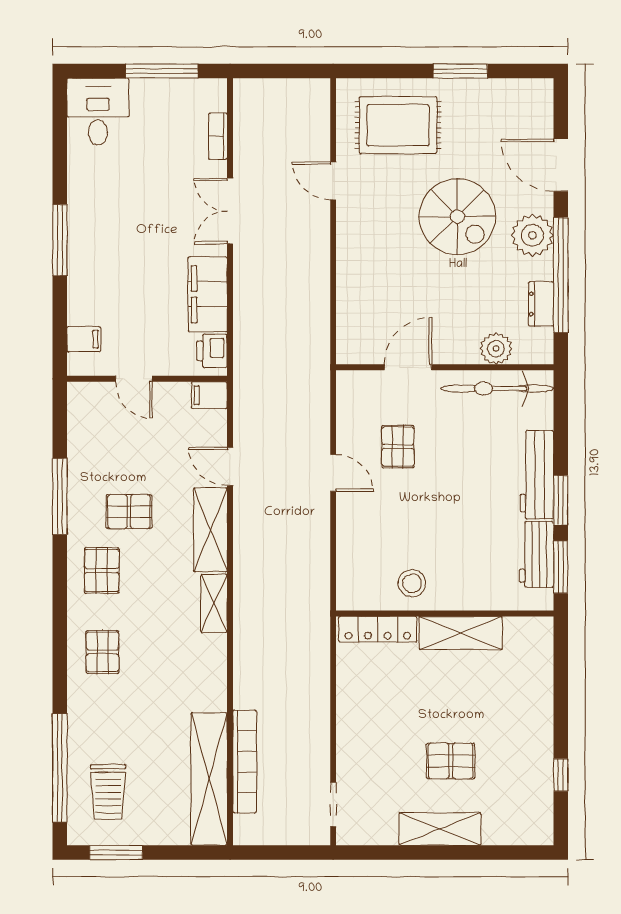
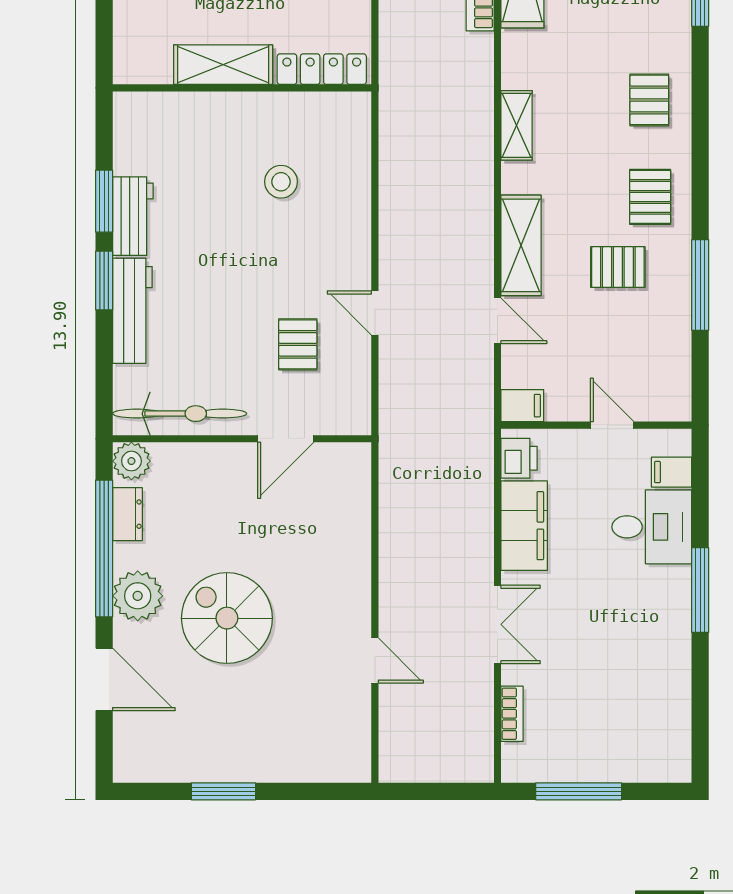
desk: (98, 112) -> (652, 527), moved, turned -90
rug: (398, 125) -> (298, 727), removed
plant: (496, 349) -> (131, 461), moved
shelving: (214, 603) -> (517, 125), moved
wall: (445, 613) -> (242, 88), moved
locker: (378, 629) -> (322, 69), moved
shelving: (461, 633) -> (223, 65), moved

